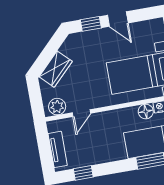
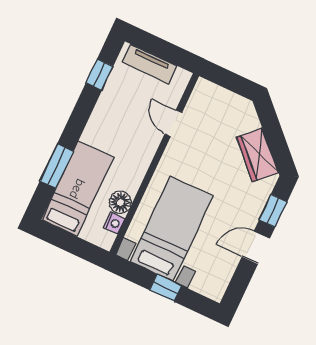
wardrobe: (56, 69) -> (257, 155), moved
plant: (57, 107) -> (202, 100), removed

